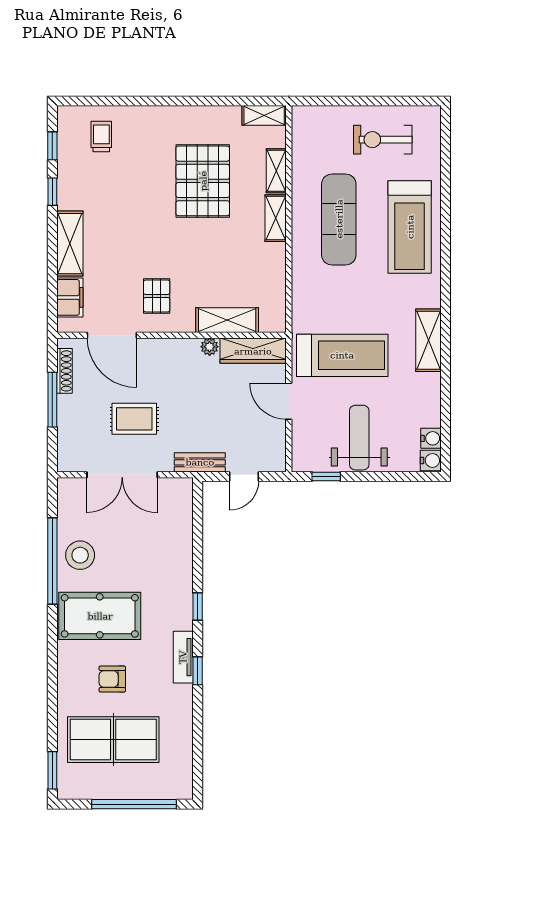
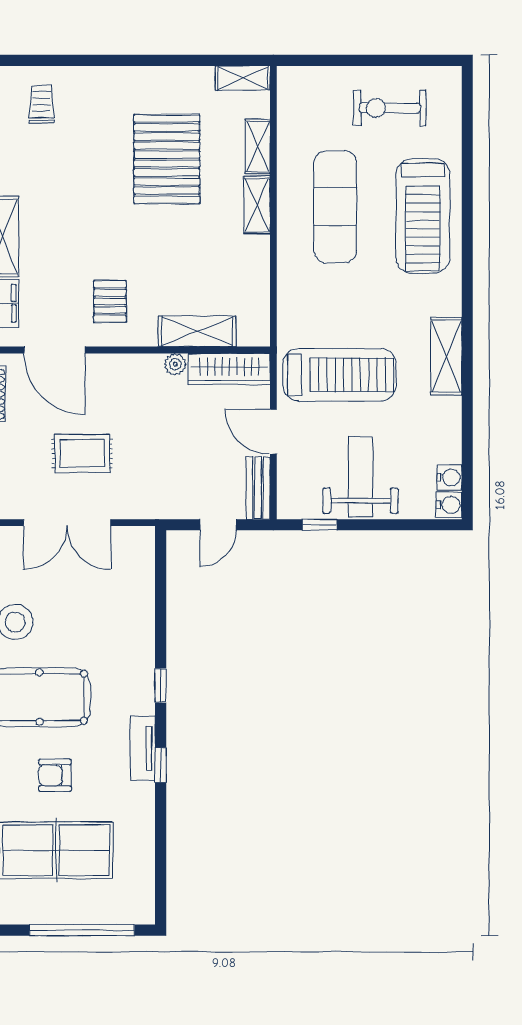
bench: (200, 462) -> (258, 488), moved, turned 90

